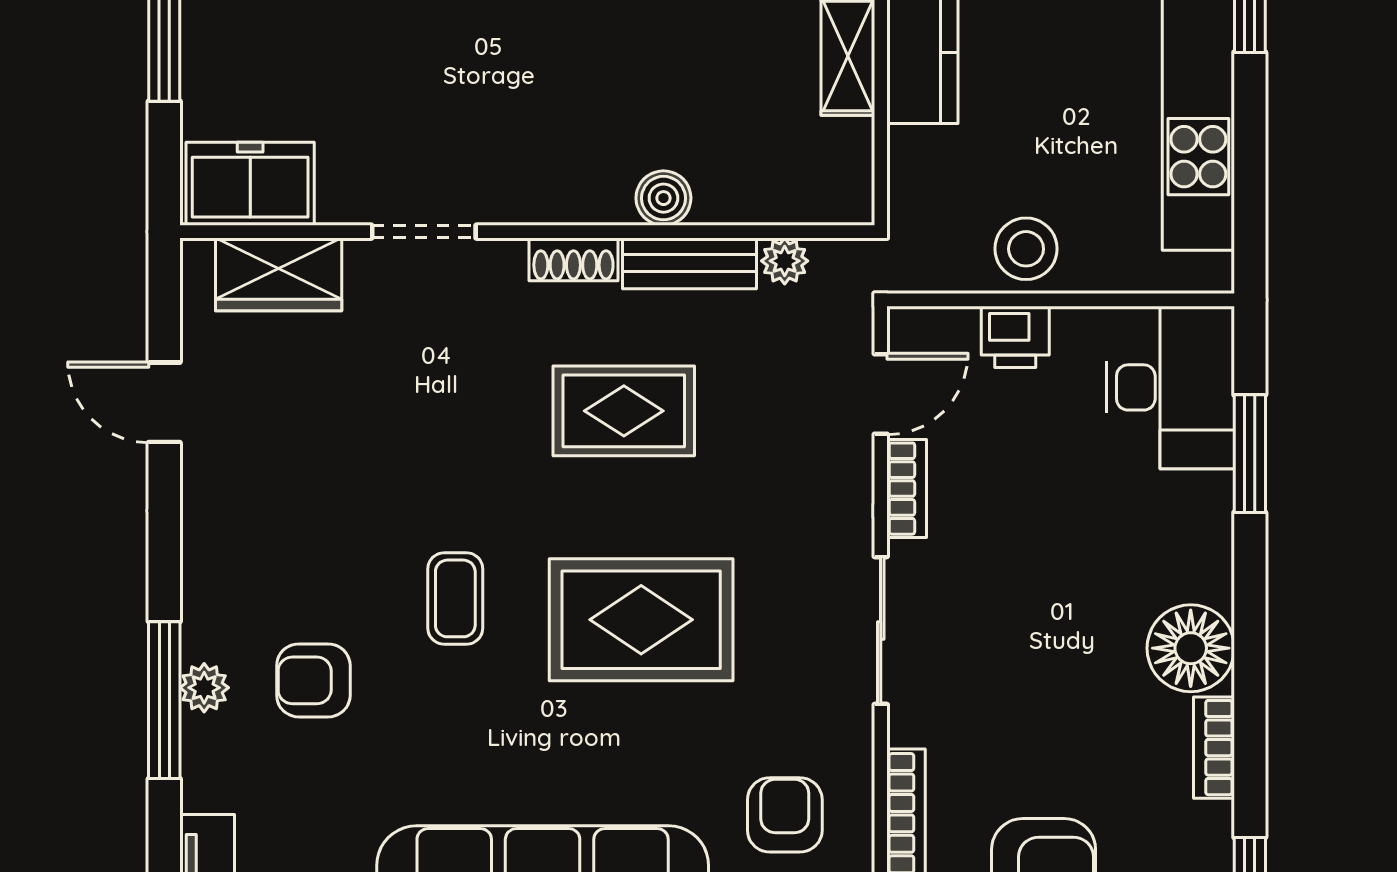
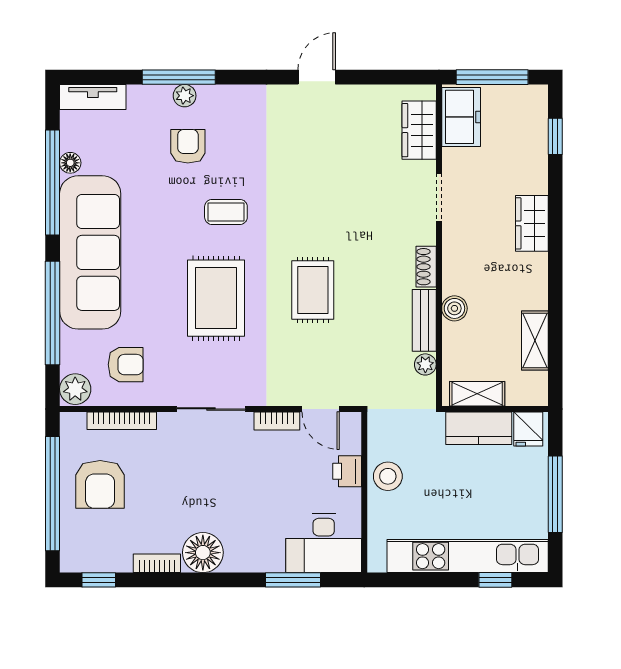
freezer: (250, 184) -> (461, 117), moved
boiler: (663, 198) -> (454, 308), moved
doorway: (424, 232) -> (439, 197), moved
wall: (527, 232) -> (439, 245), moved
shoe rack: (573, 259) -> (426, 267), moved
plant: (785, 261) -> (425, 364), moved
bench: (690, 263) -> (424, 320), moved
wardrobe: (279, 274) -> (419, 130), moved

